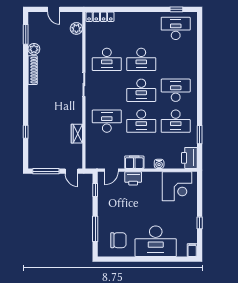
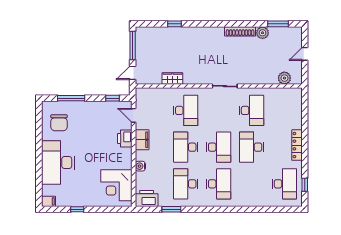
locker: (100, 17) -> (297, 145), moved
desk: (107, 59) -> (252, 110), turned 180
desk: (141, 90) -> (219, 147), turned 180

